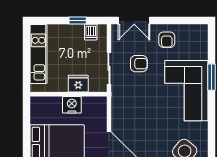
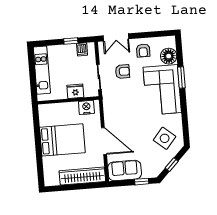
floor lamp: (198, 49) -> (169, 56), added
nightstand: (72, 105) -> (86, 107), moved

